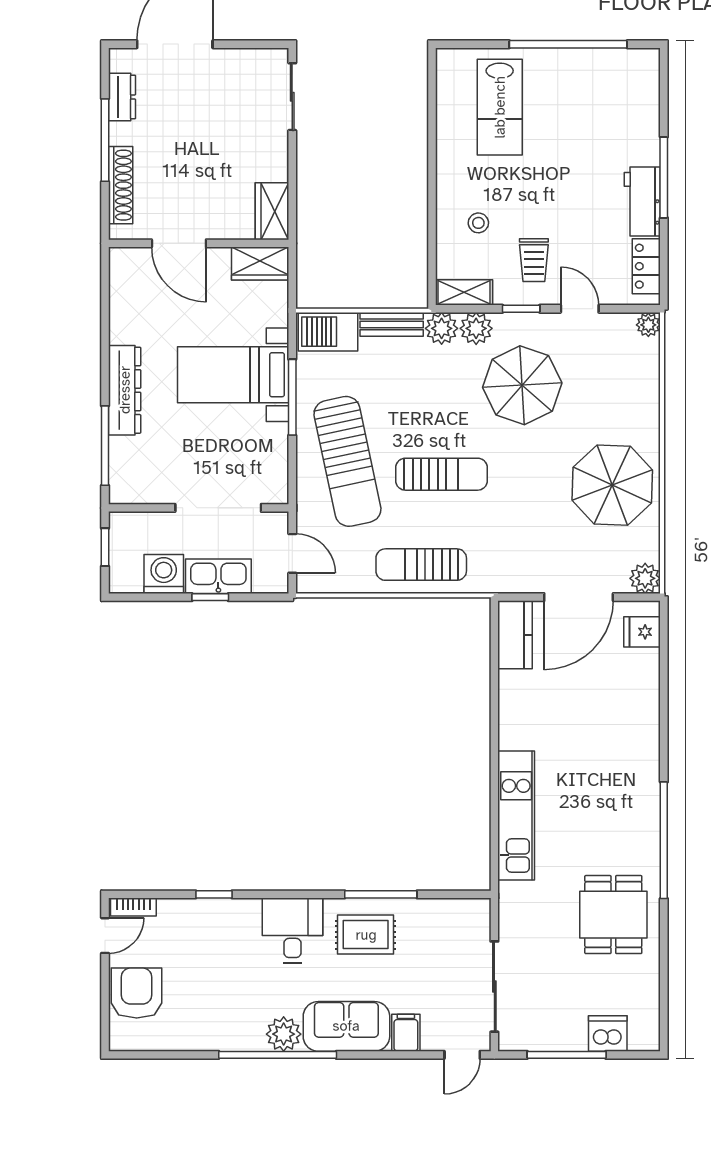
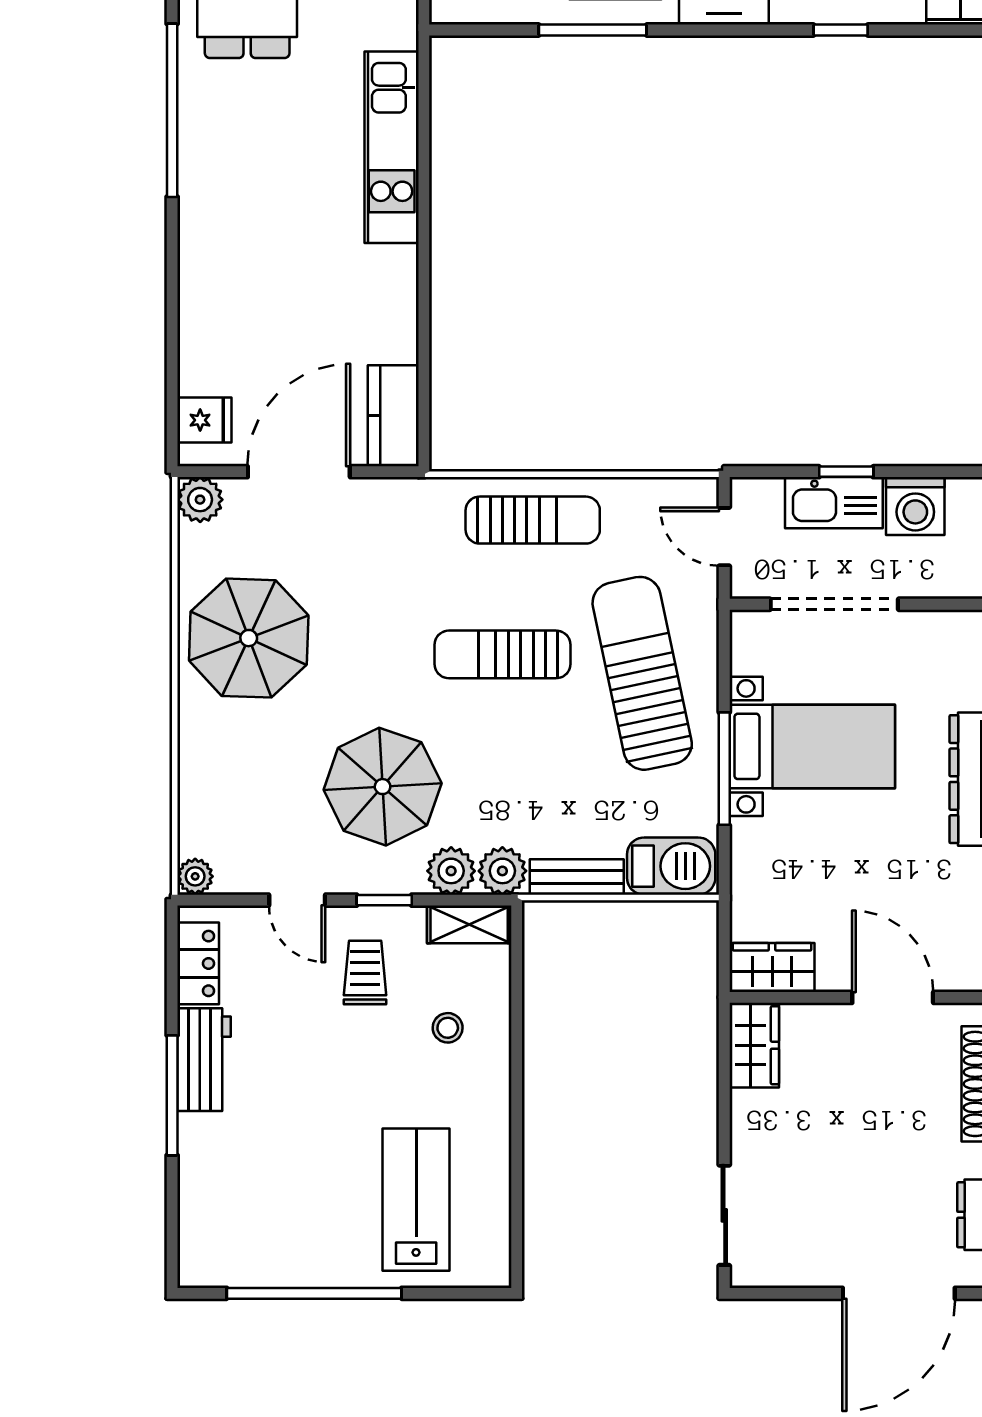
bed with nightstands: (233, 375) -> (812, 746), moved

